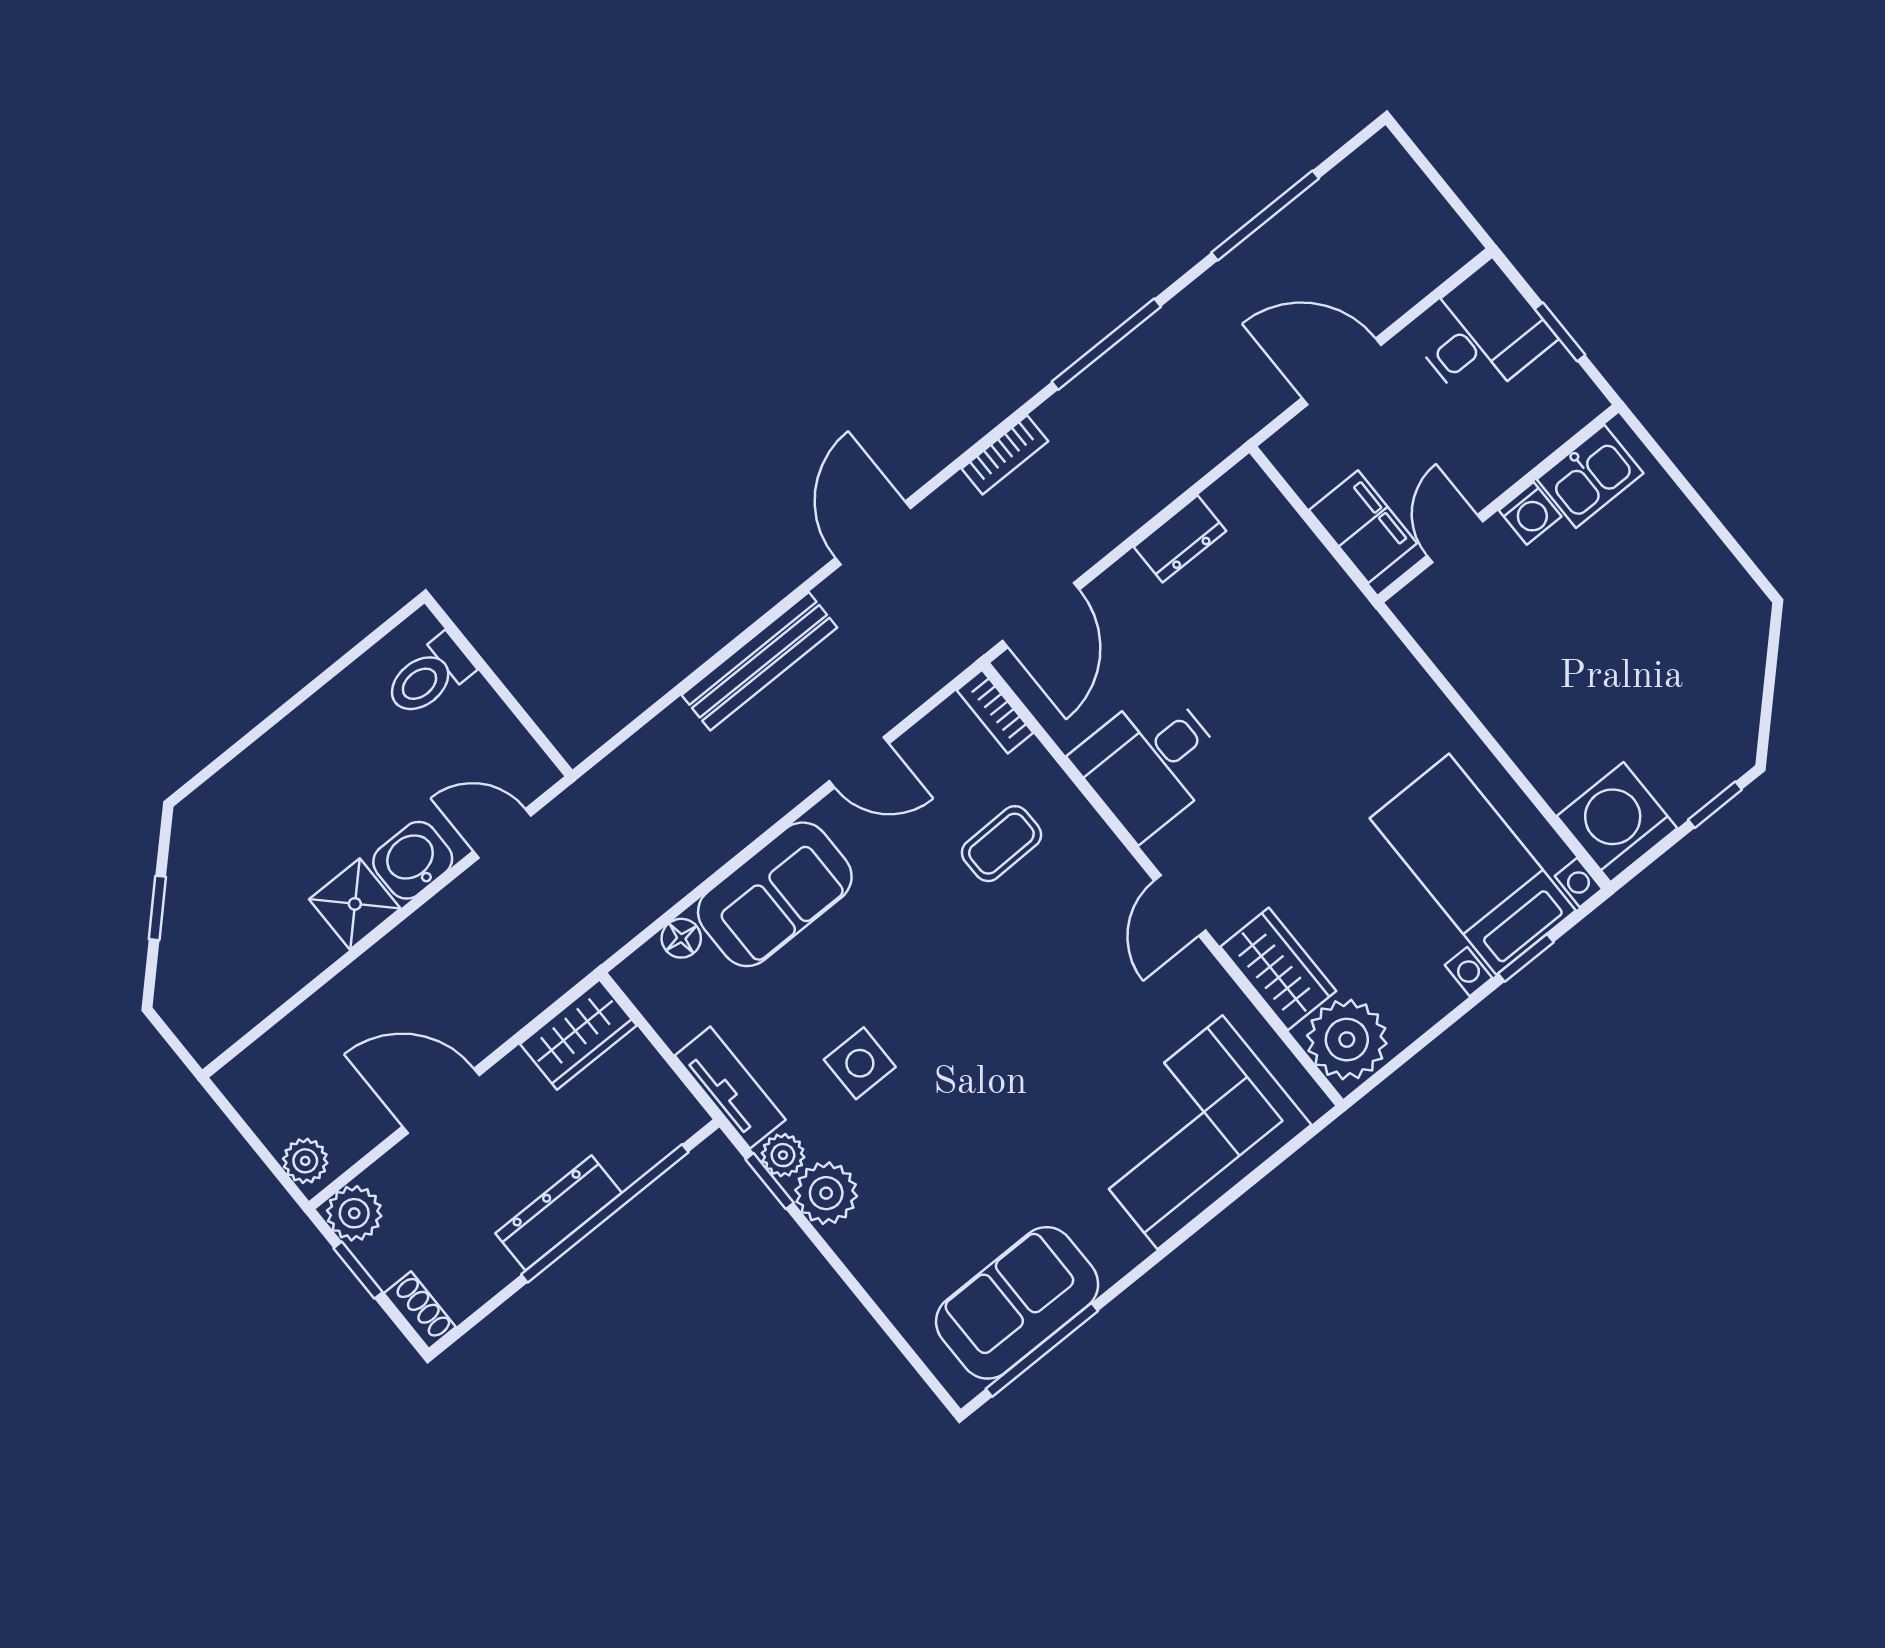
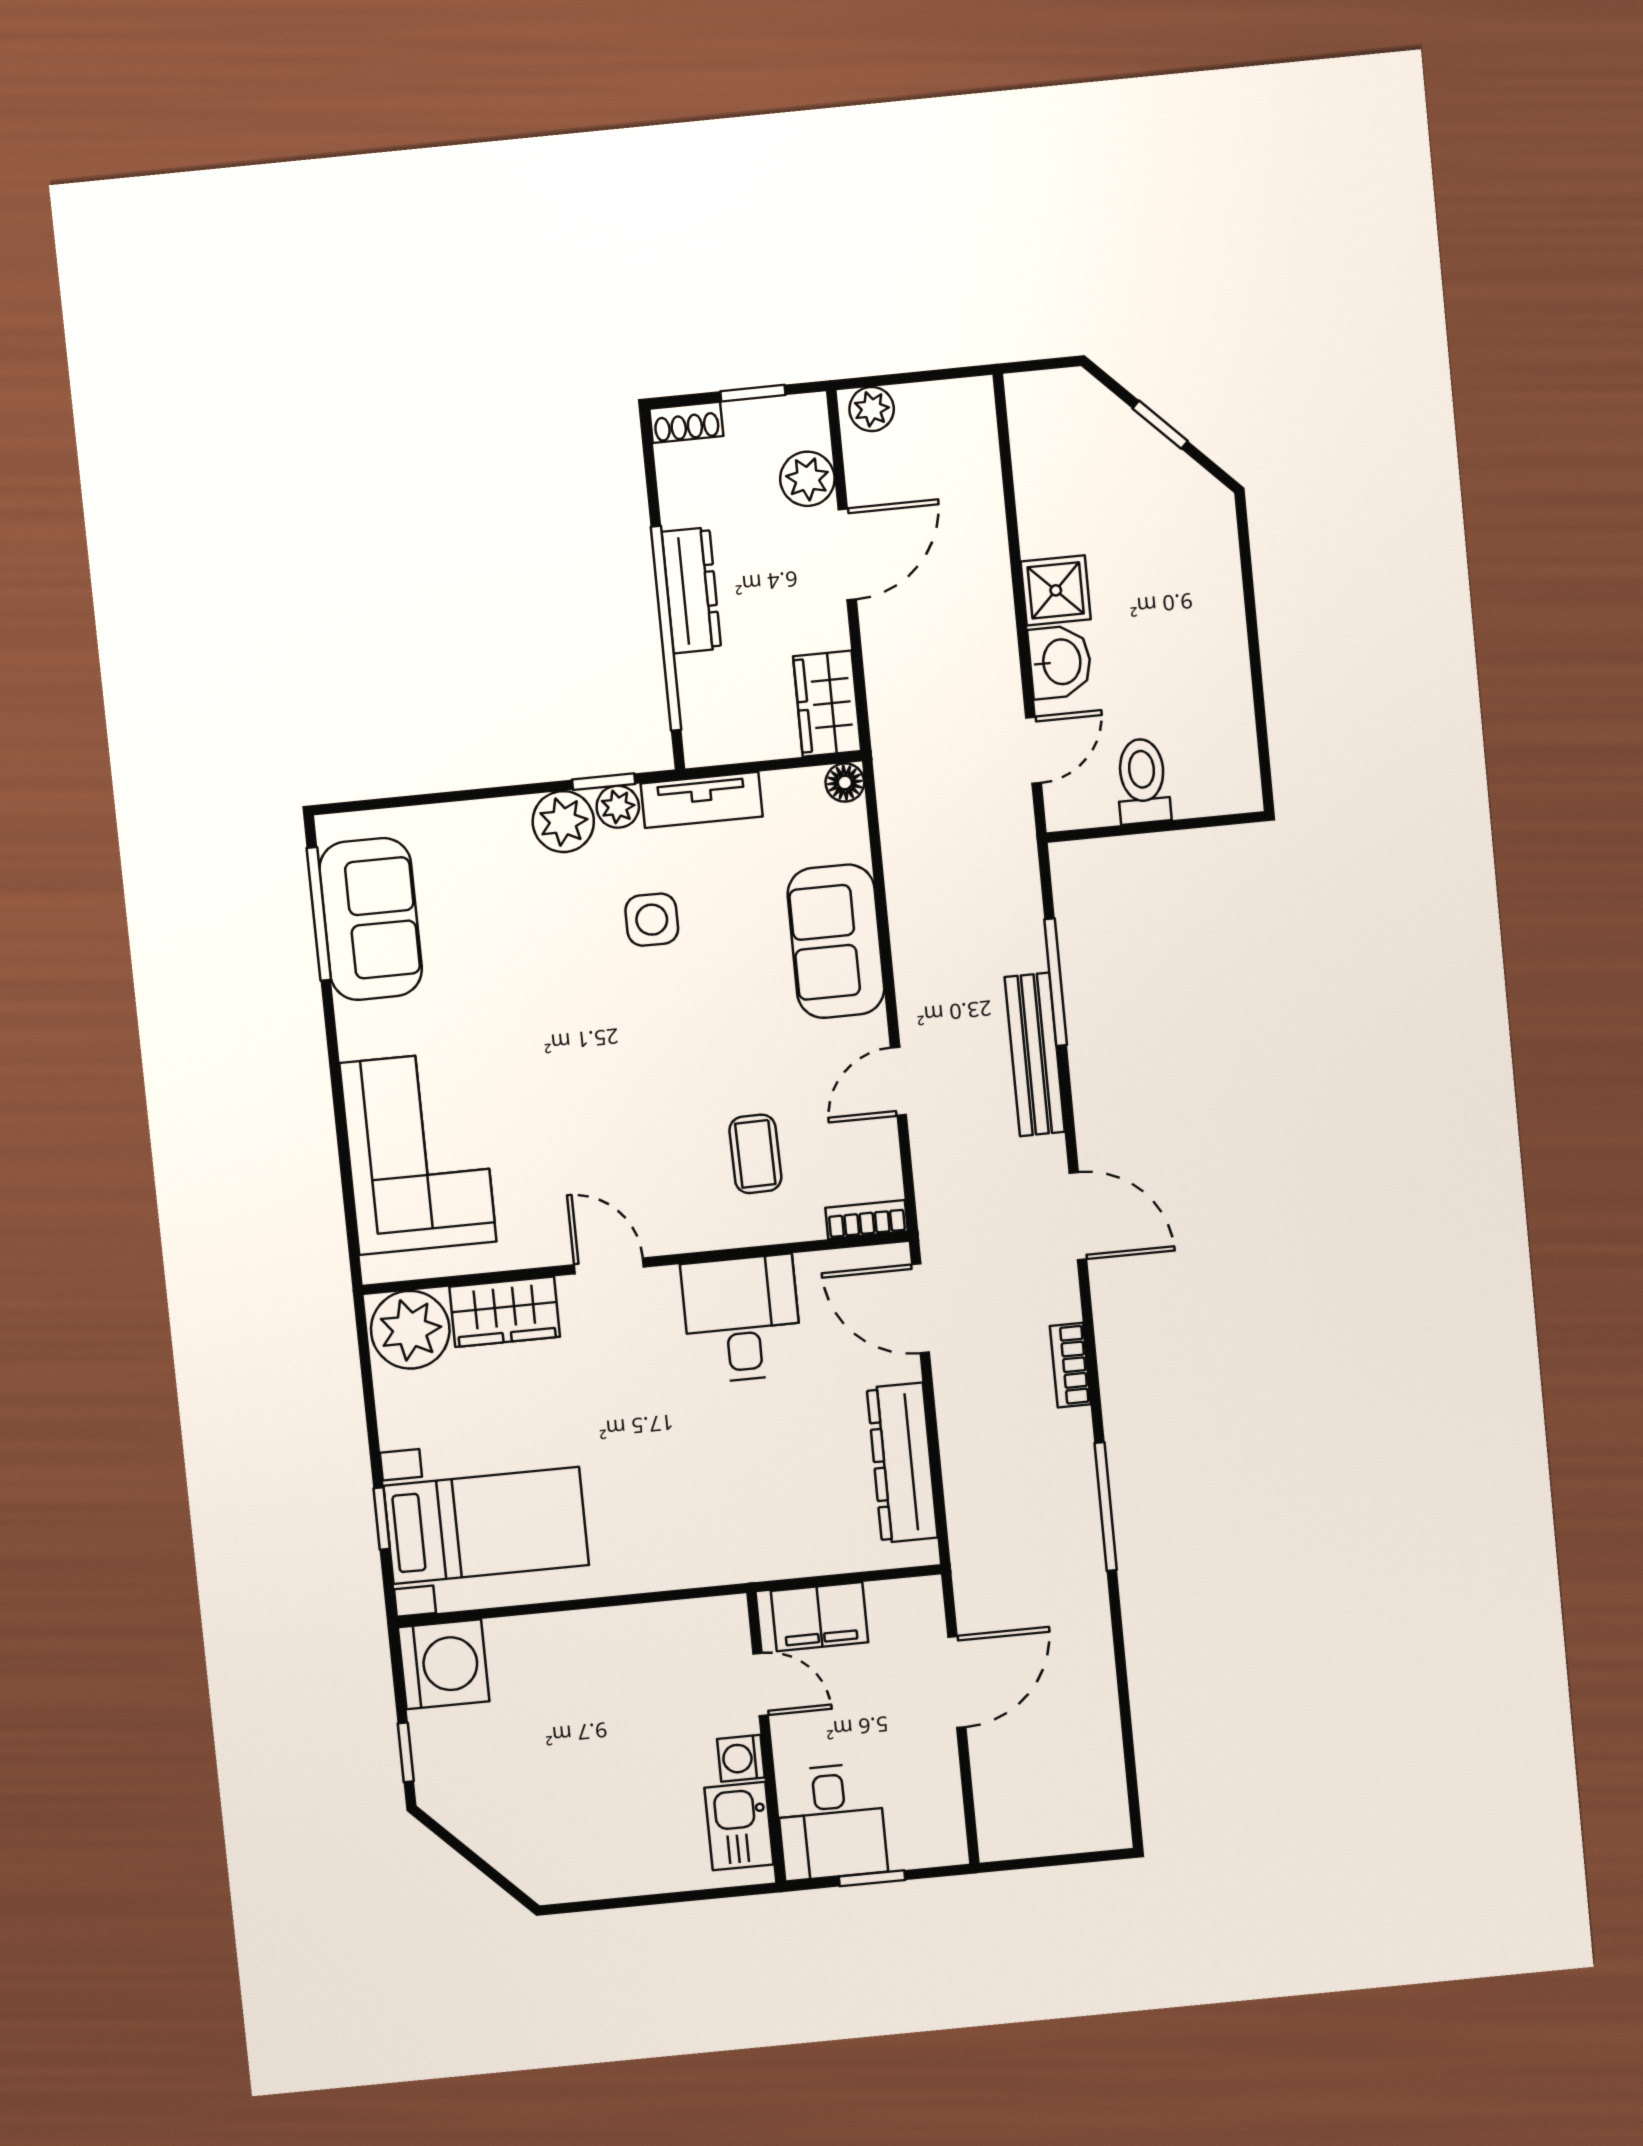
window: (1265, 216) -> (1056, 982), moved
desk: (1481, 334) -> (831, 1822), moved
dresser: (1180, 539) -> (902, 1463), width x1.96, depth x1.24
toilet: (429, 676) -> (1143, 781), moved
floor lamp: (681, 938) -> (845, 783), moved
plant: (354, 1213) -> (807, 479), moved

